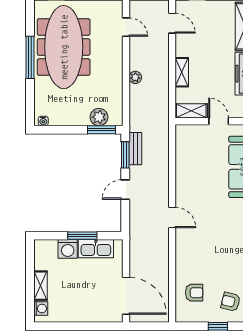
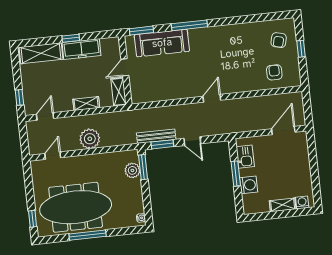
plant: (135, 77) -> (90, 139), width x1.88, depth x1.88
bench: (135, 149) -> (156, 136), width x1.36
kitchen sink: (96, 249) -> (245, 157), width x0.73
door: (126, 296) -> (283, 131), width x0.73

